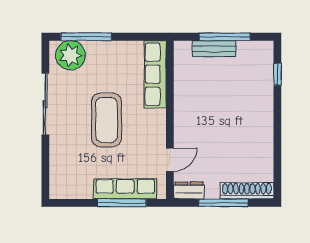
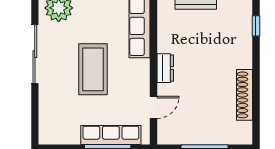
dresser: (189, 190) -> (165, 68), moved, turned 90
shoe rack: (247, 191) -> (244, 95), moved, turned -90

